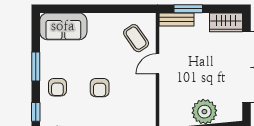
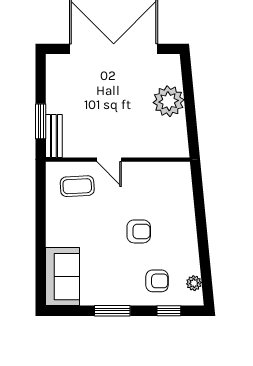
wardrobe: (226, 22) -> (58, 74), removed
coffee table: (136, 38) -> (77, 186), turned 32
armchair: (57, 87) -> (157, 281), moved

